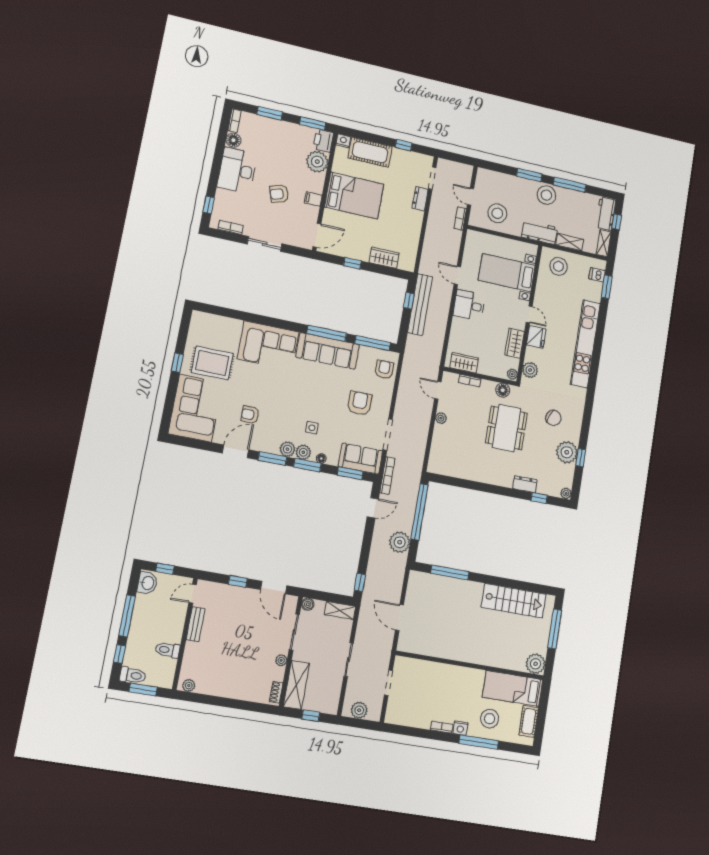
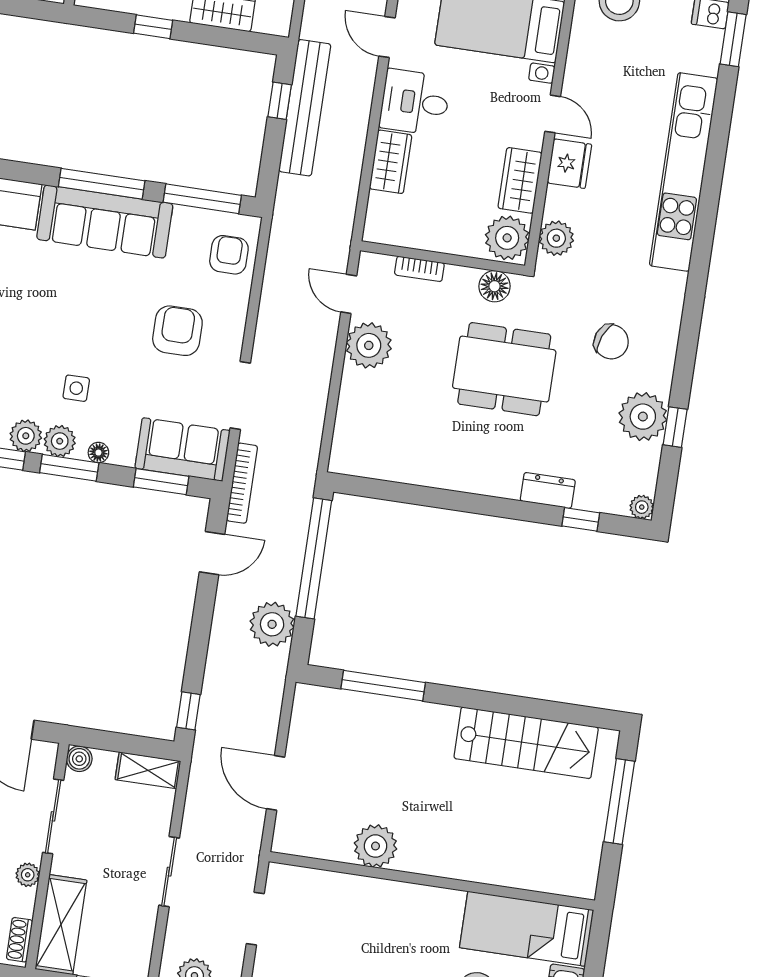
wardrobe: (464, 363) -> (391, 162), moved, turned 90
plant: (512, 374) -> (507, 238), width x1.87, depth x1.87
plant: (441, 418) -> (369, 345), width x1.88, depth x1.88
dining table: (506, 428) -> (504, 369), turned 90
plant: (536, 664) -> (375, 846), moved

